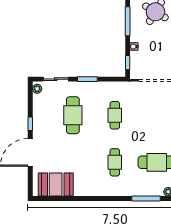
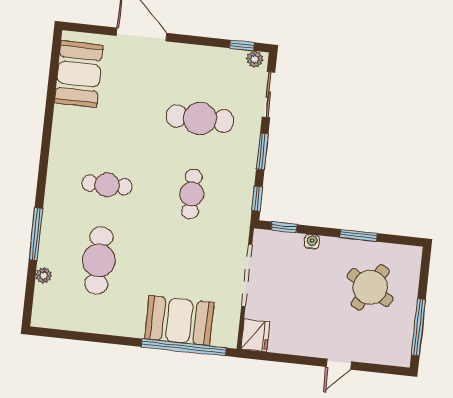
window: (128, 21) -> (359, 235), width x0.69
window: (113, 79) -> (257, 199), added
cafe table: (115, 115) -> (192, 194), turned 90
window: (30, 124) -> (242, 45), moved

